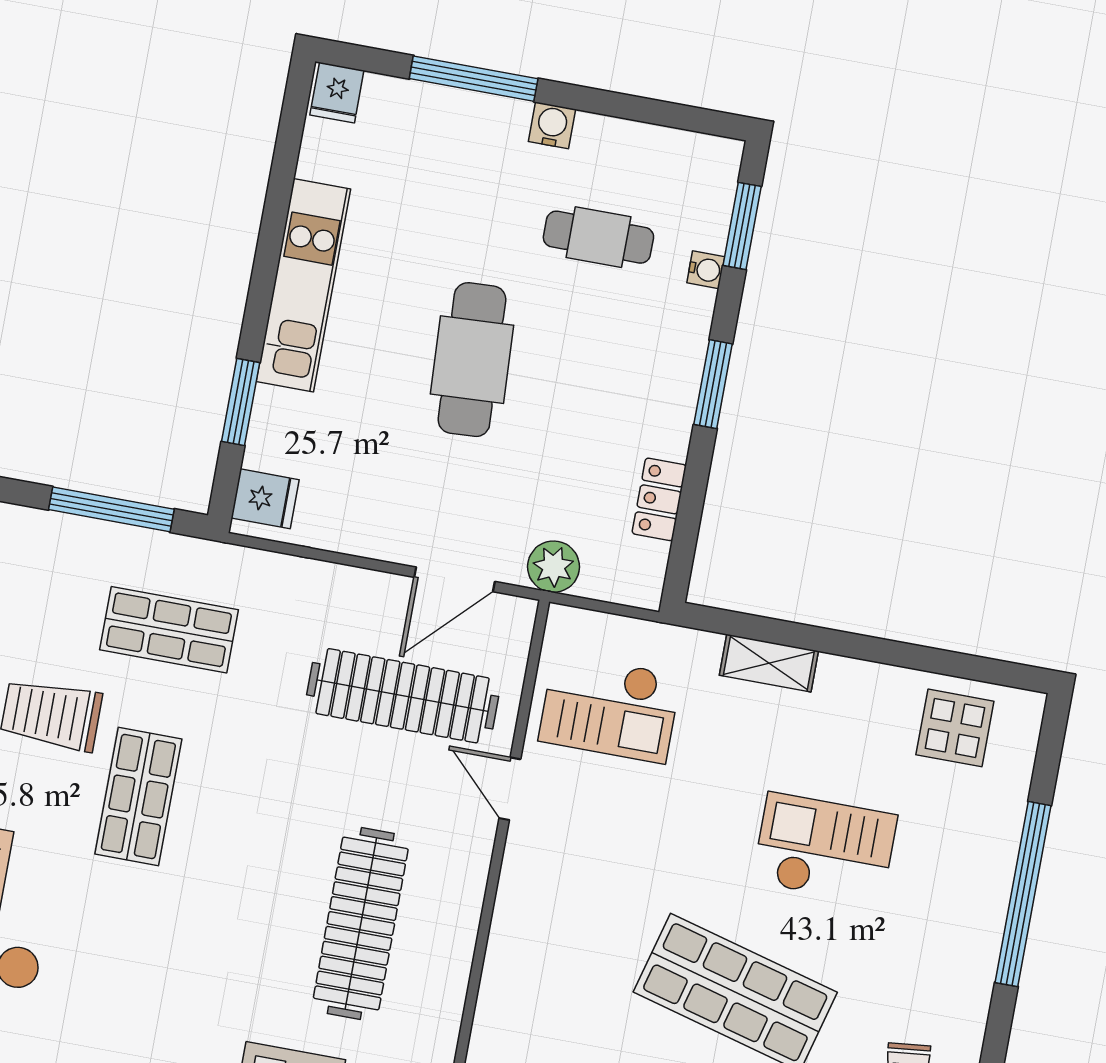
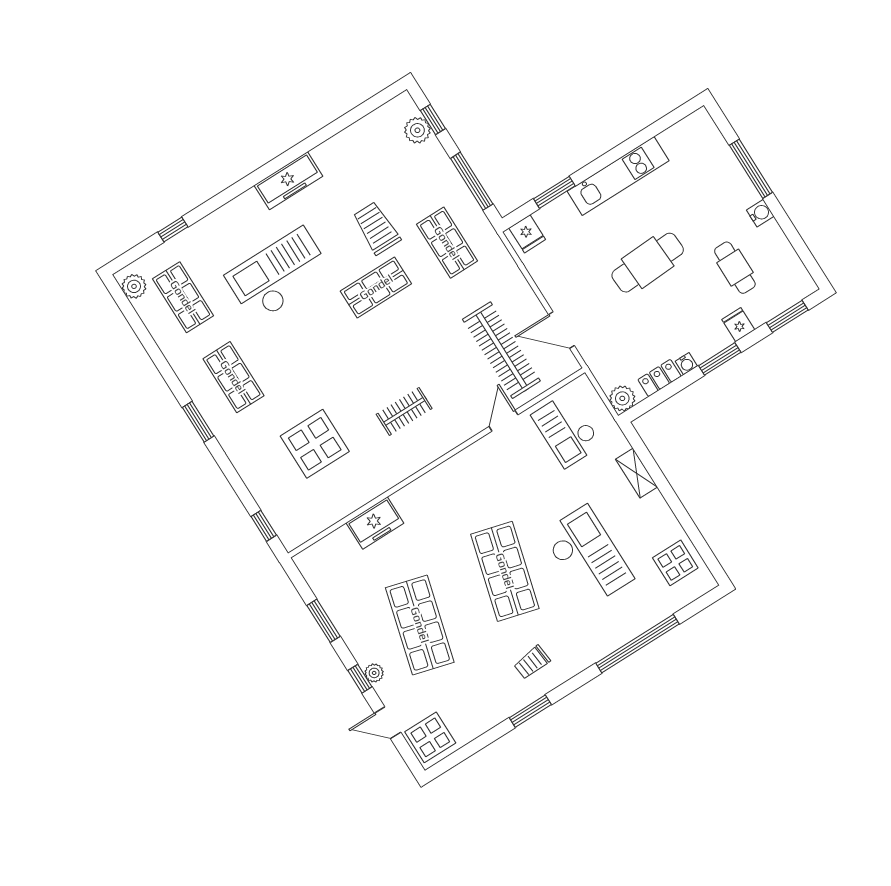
fridge: (337, 93) -> (738, 325), moved, turned 90
water cooler: (706, 270) -> (686, 364), moved
plant: (554, 567) -> (622, 398), moved
checkout: (825, 849) -> (588, 556), width x1.36, depth x1.21
clothes rail: (361, 923) -> (404, 411), width x0.54, depth x0.76

